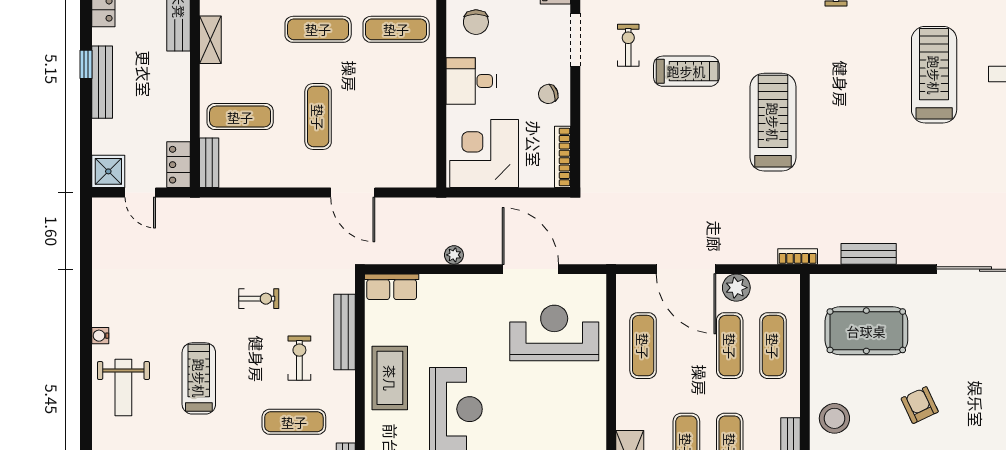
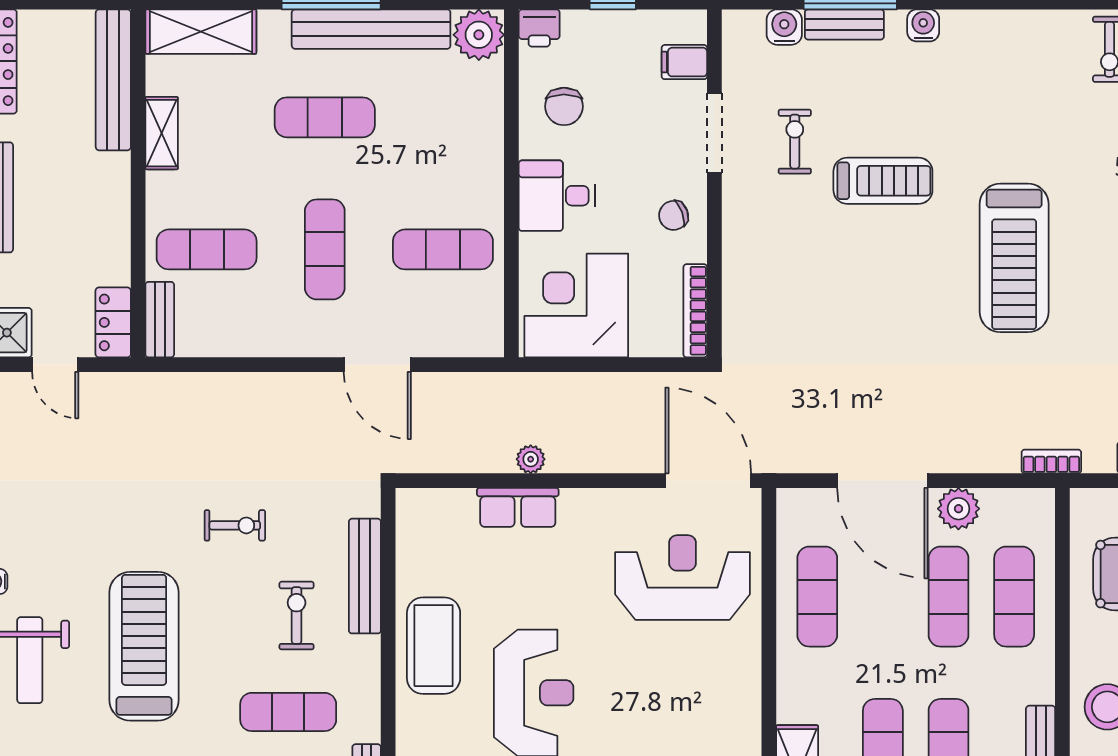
exercise mat: (396, 29) -> (443, 249), moved
treadmill: (773, 122) -> (1014, 258), turned 180
door: (530, 269) -> (708, 481), moved
row of seats: (392, 287) -> (518, 507), moved
treadmill: (199, 378) -> (144, 646), width x1.37, depth x1.38

